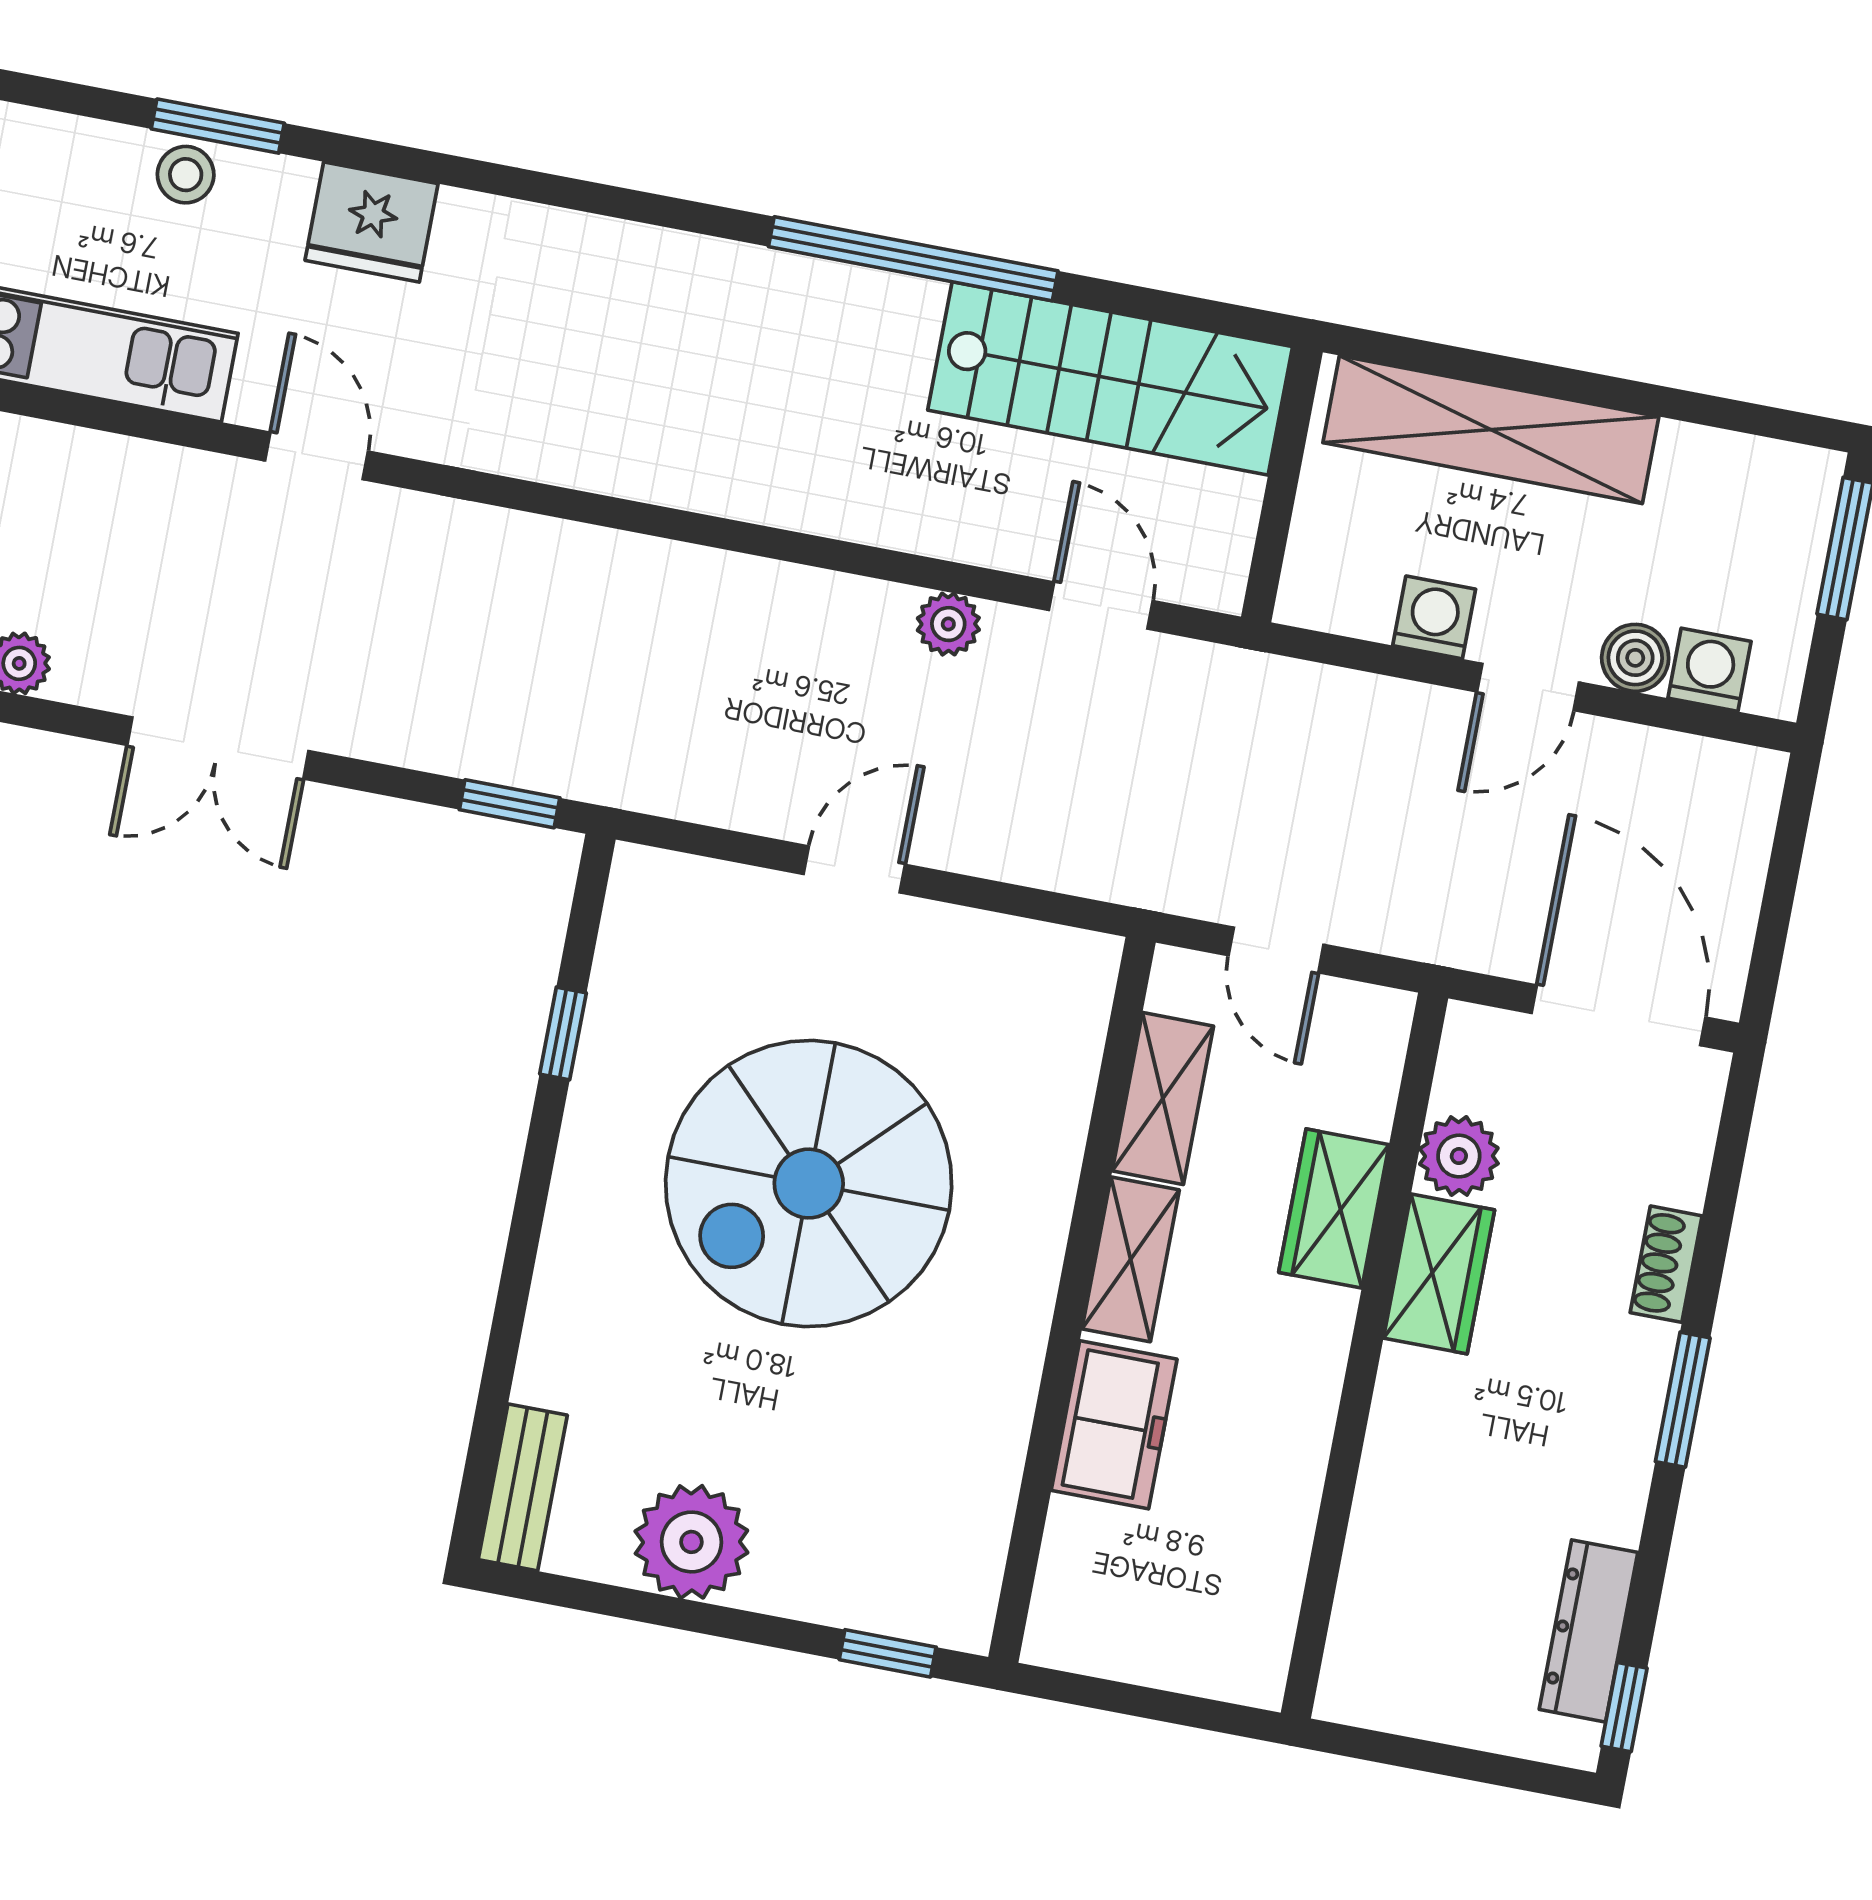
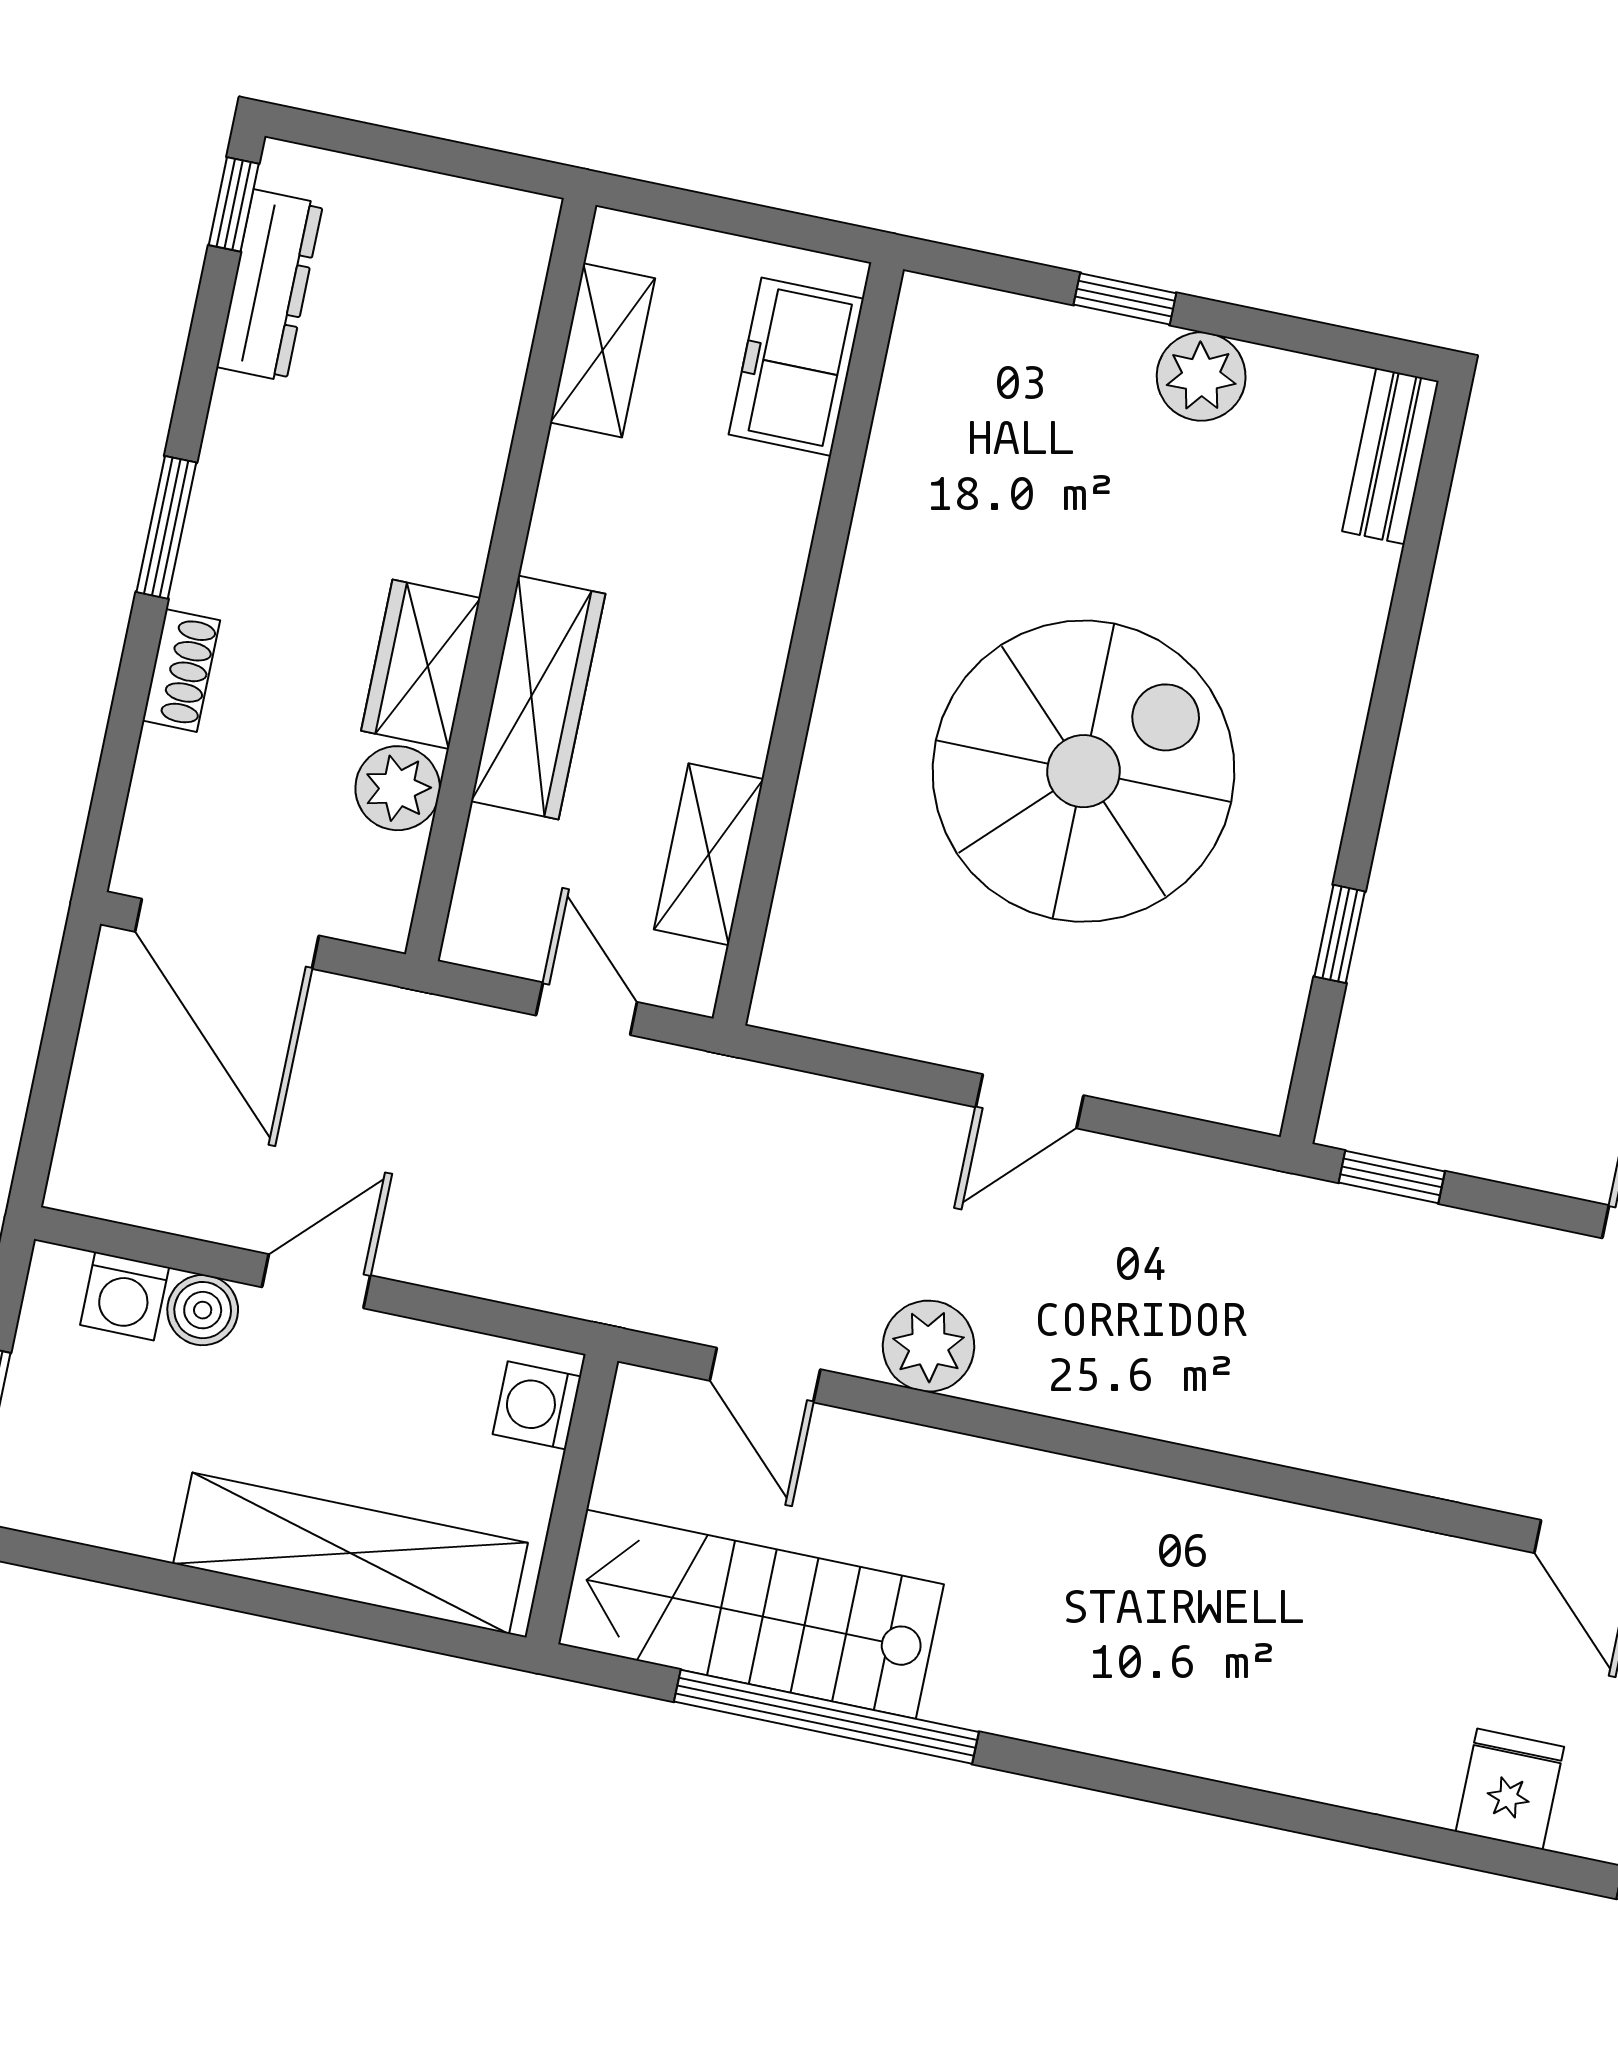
fridge: (372, 222) -> (1510, 1789), width x0.72
window: (913, 259) -> (826, 1717), moved
washing machine: (1434, 617) -> (537, 1405), moved, turned 90
plant: (948, 624) -> (929, 1346), width x1.38, depth x1.38
wardrobe: (1334, 1209) -> (538, 698), width x1.50
shelving: (1131, 1259) -> (603, 350), moved
freezer: (1114, 1425) -> (796, 367), moved
plant: (691, 1542) -> (1201, 377), width x0.73, depth x0.73
window: (888, 1653) -> (1125, 299), moved

